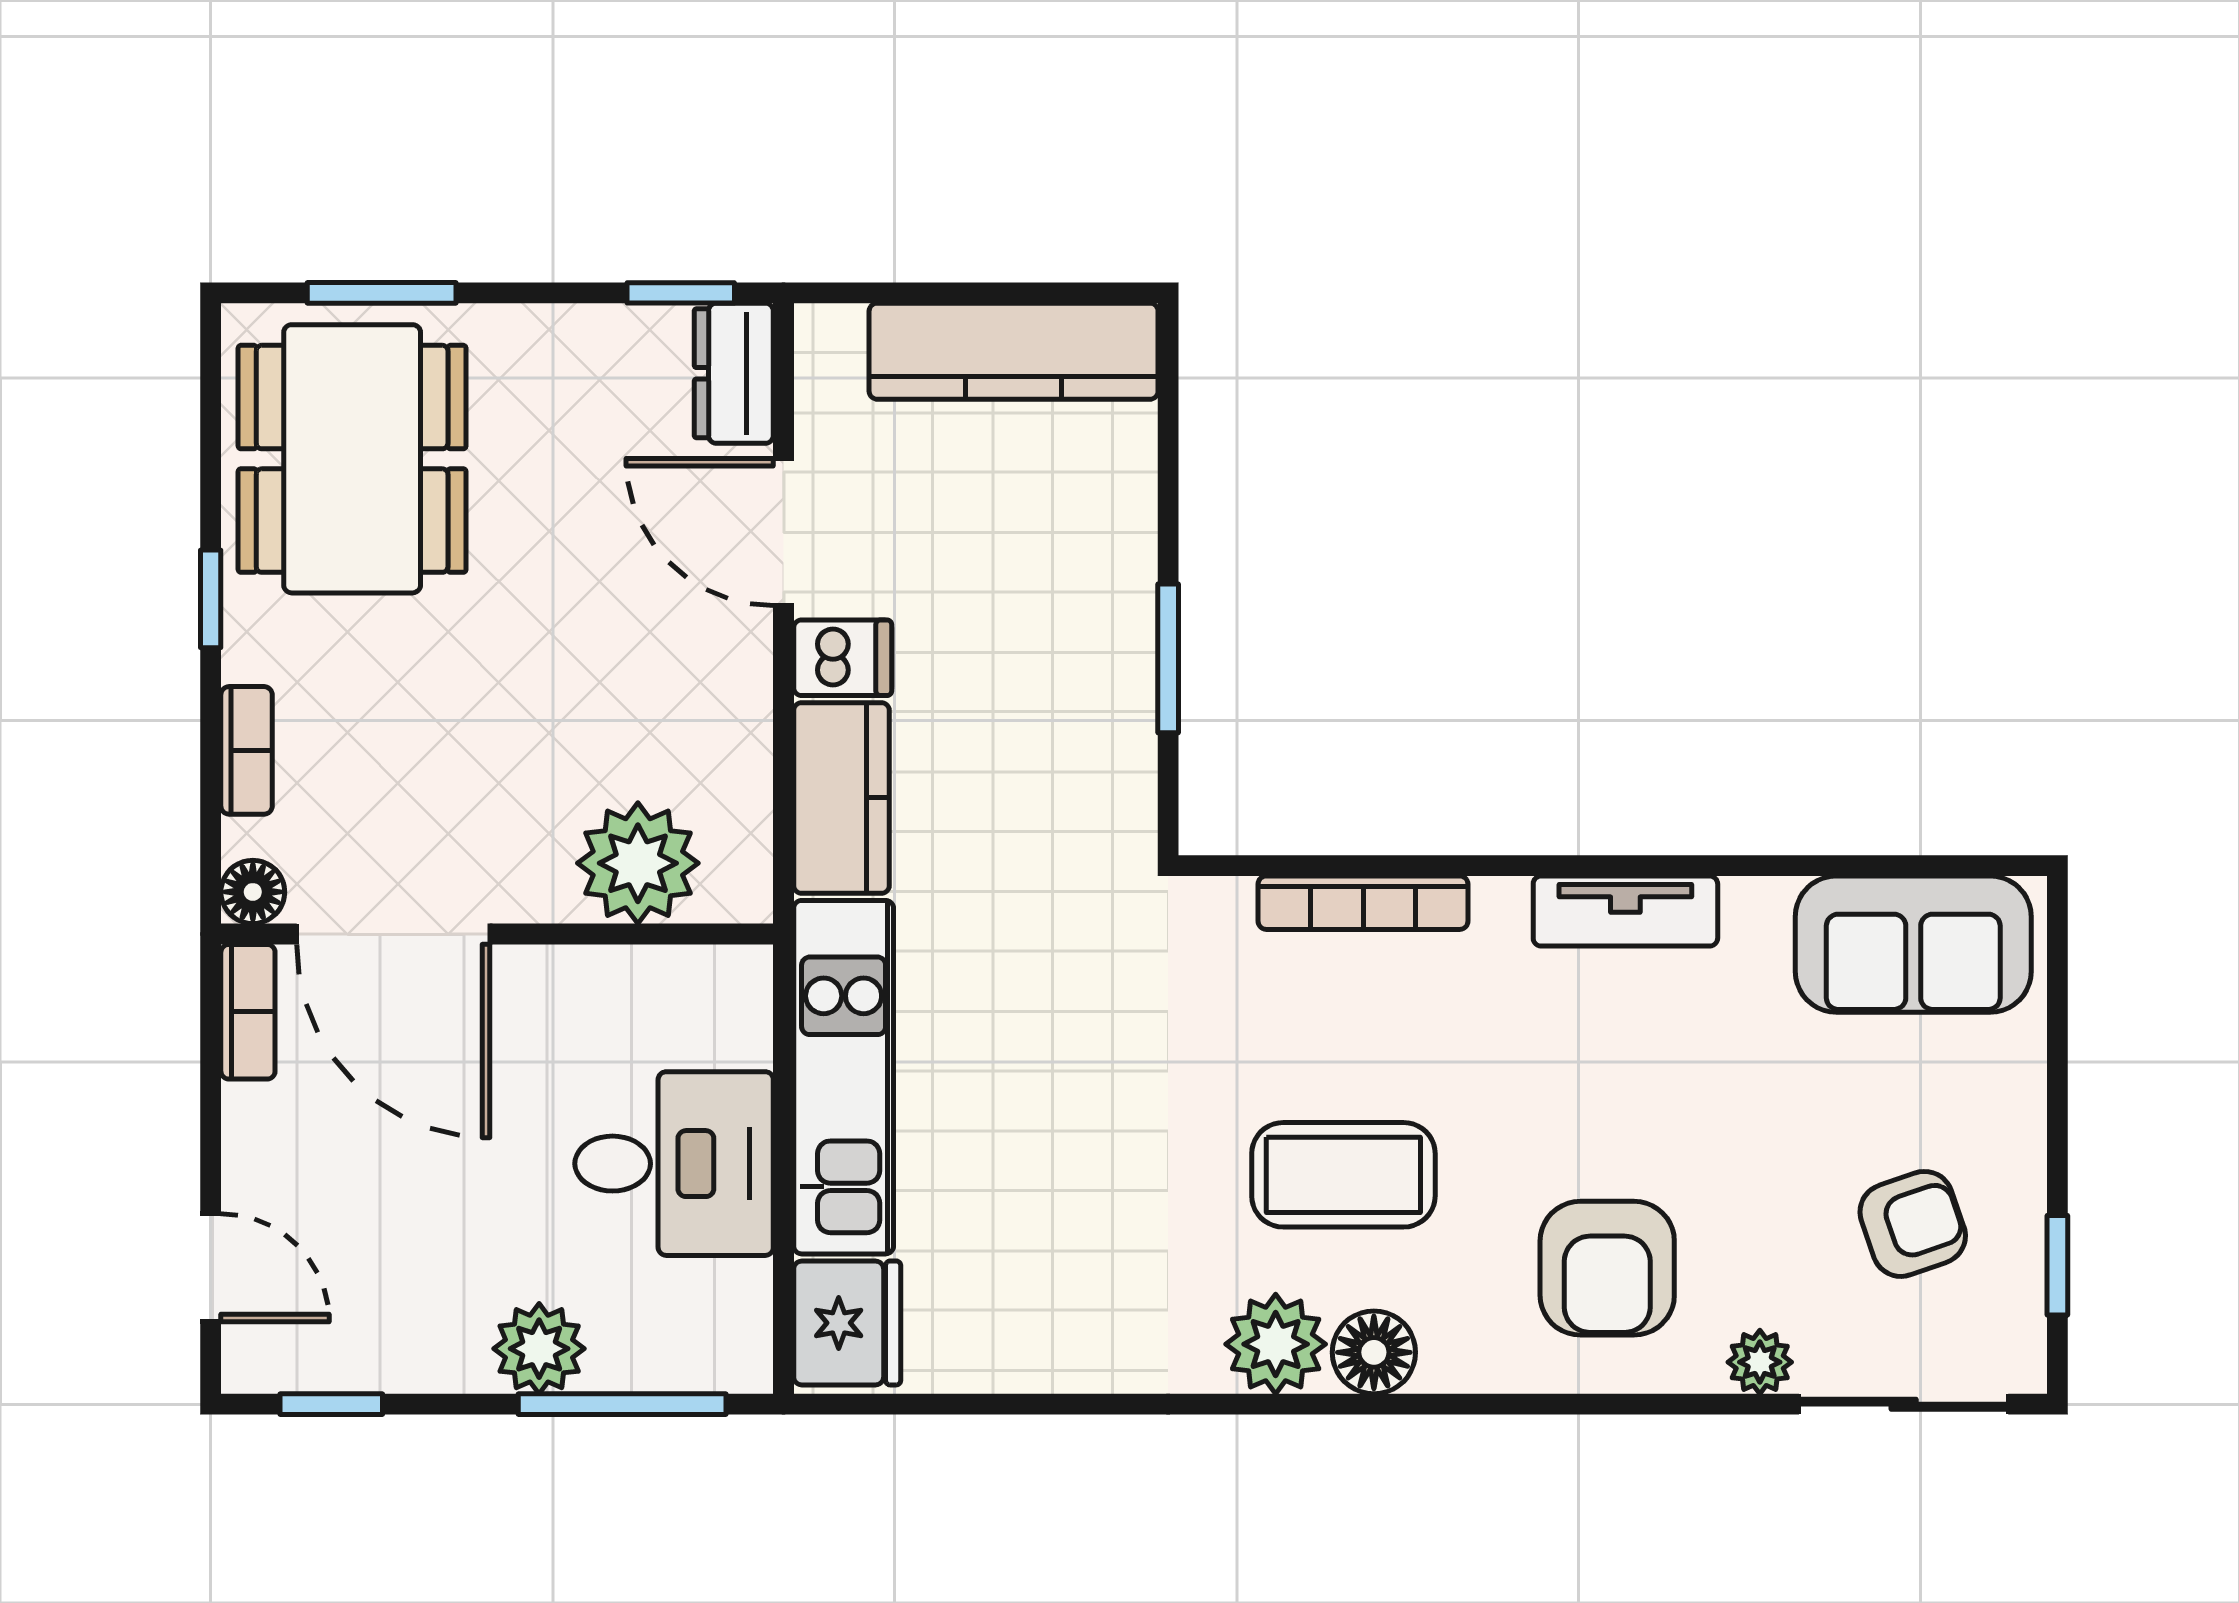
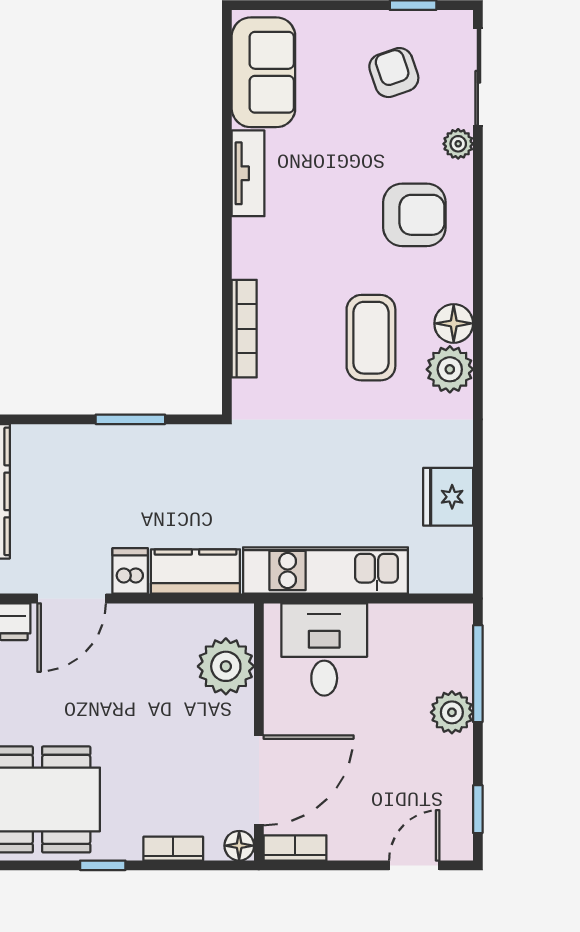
tv unit: (1625, 911) -> (248, 173), moved
desk: (674, 1164) -> (324, 649), moved
fridge: (847, 1323) -> (448, 497), moved, turned -90

